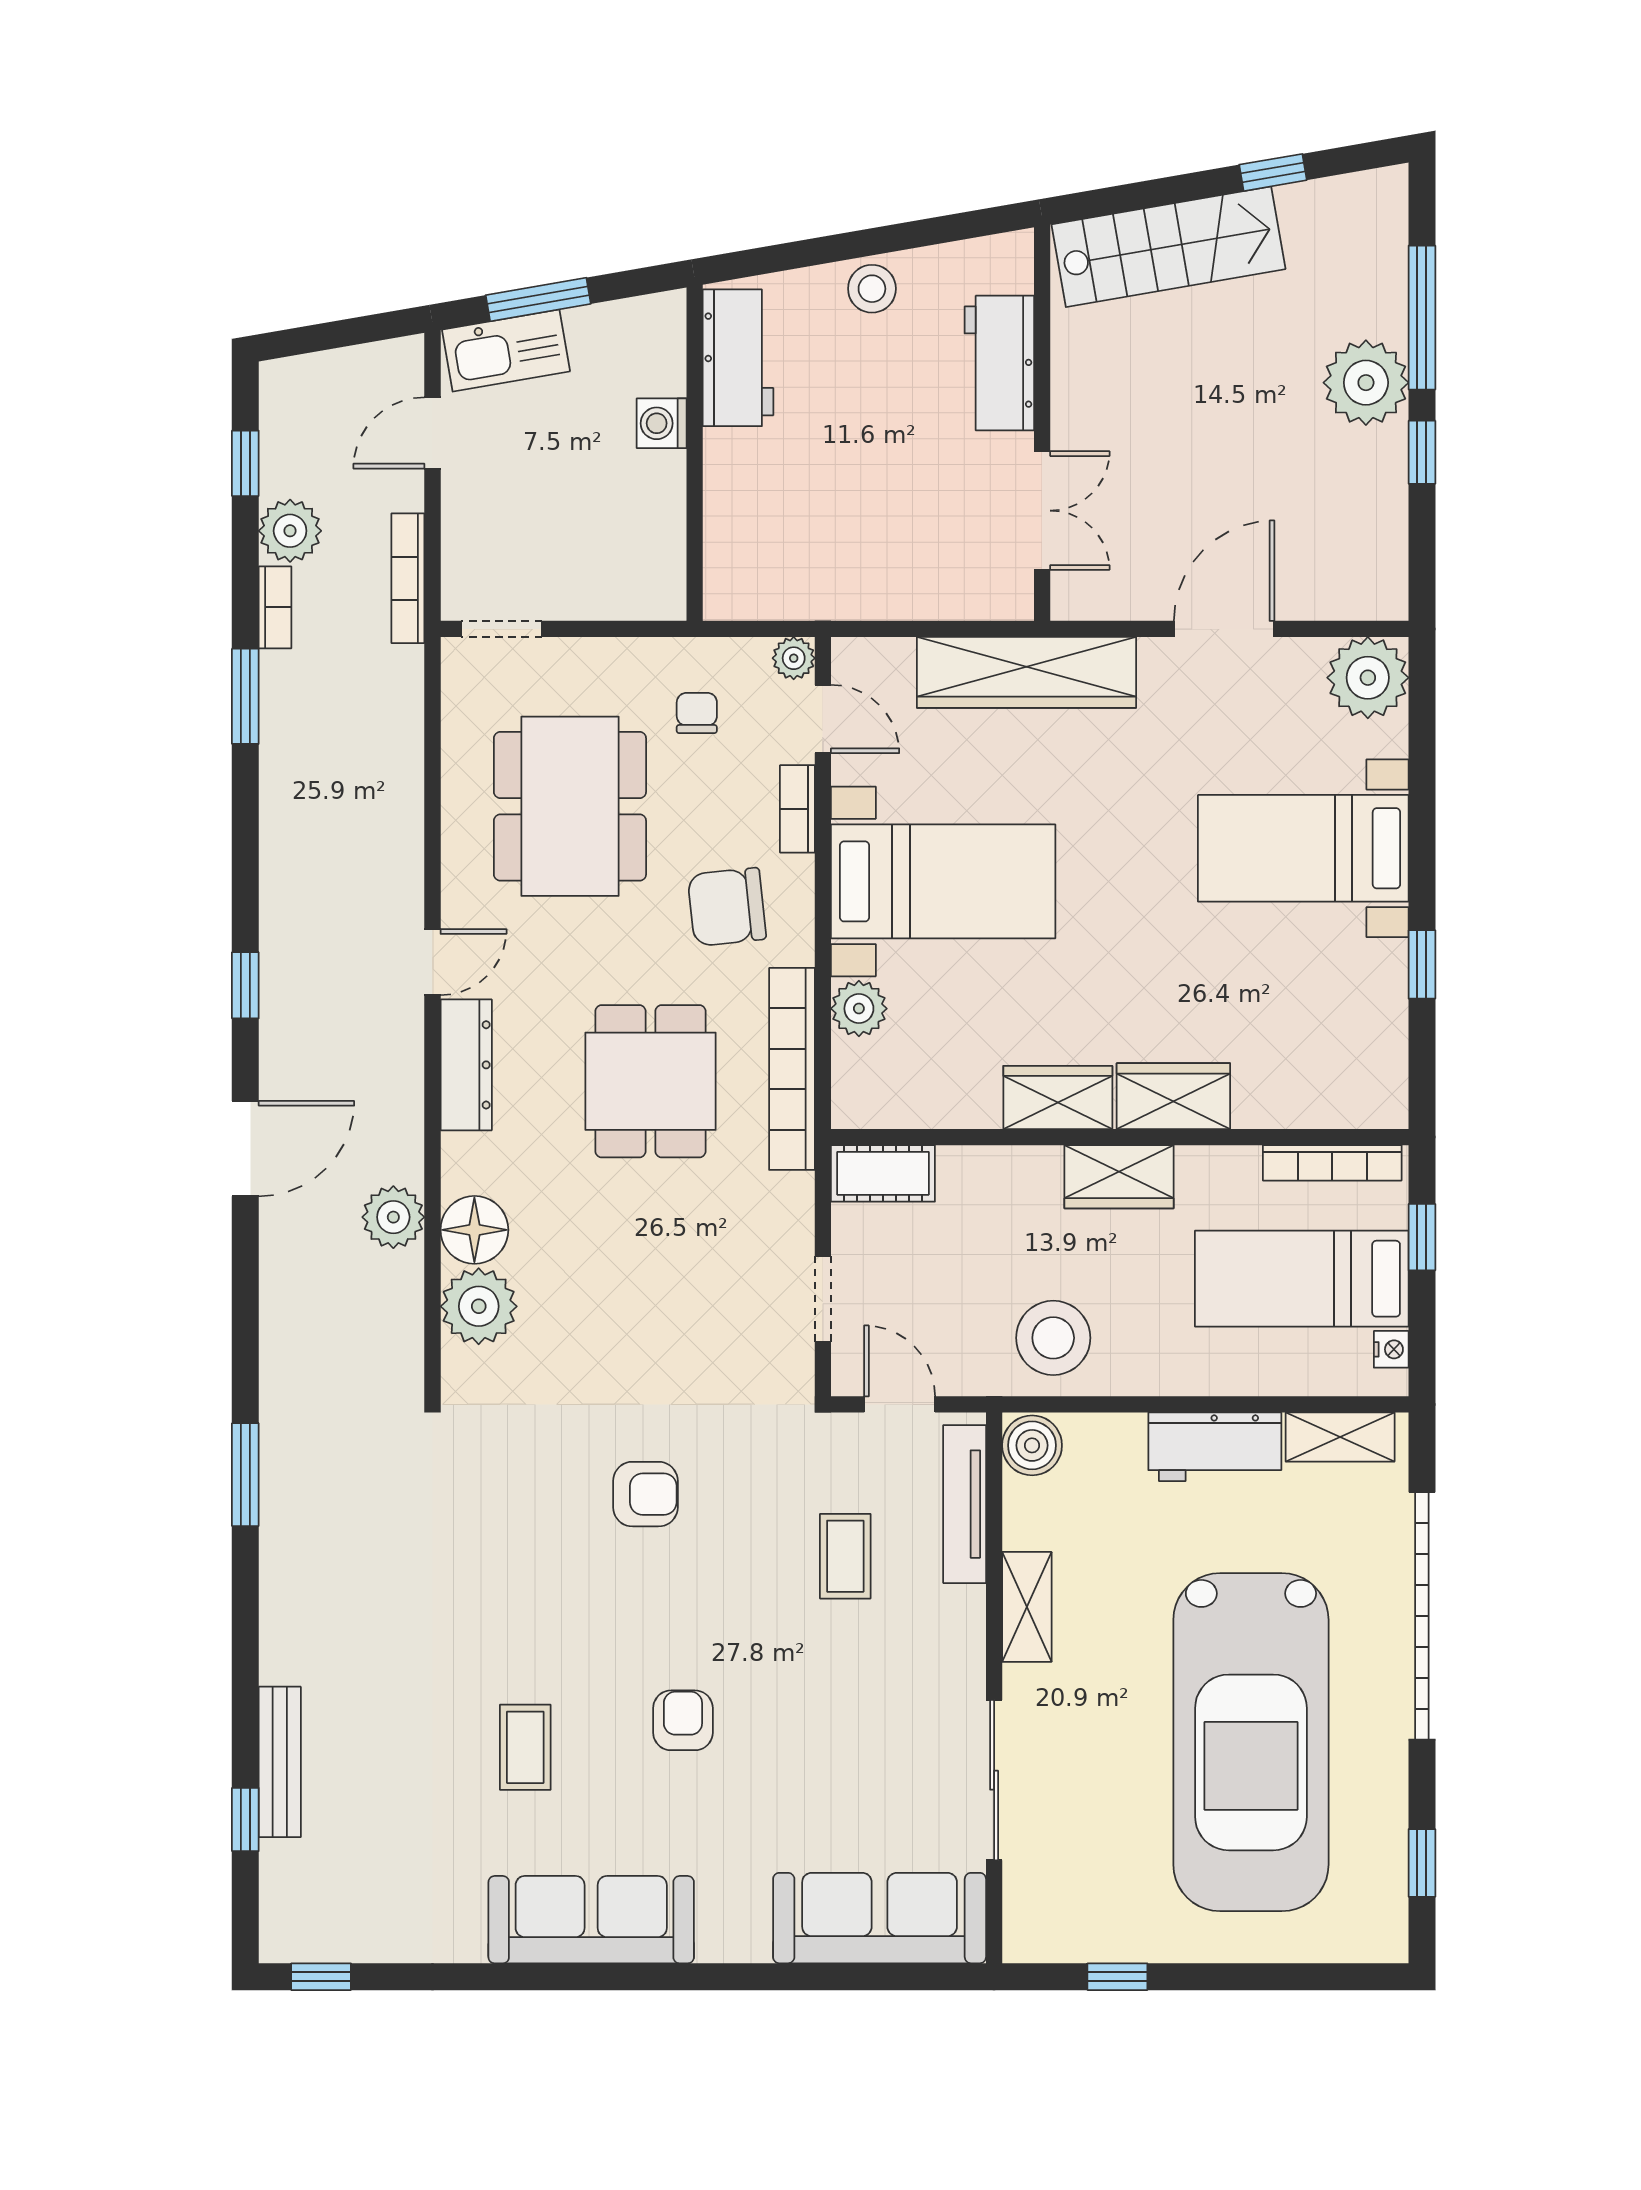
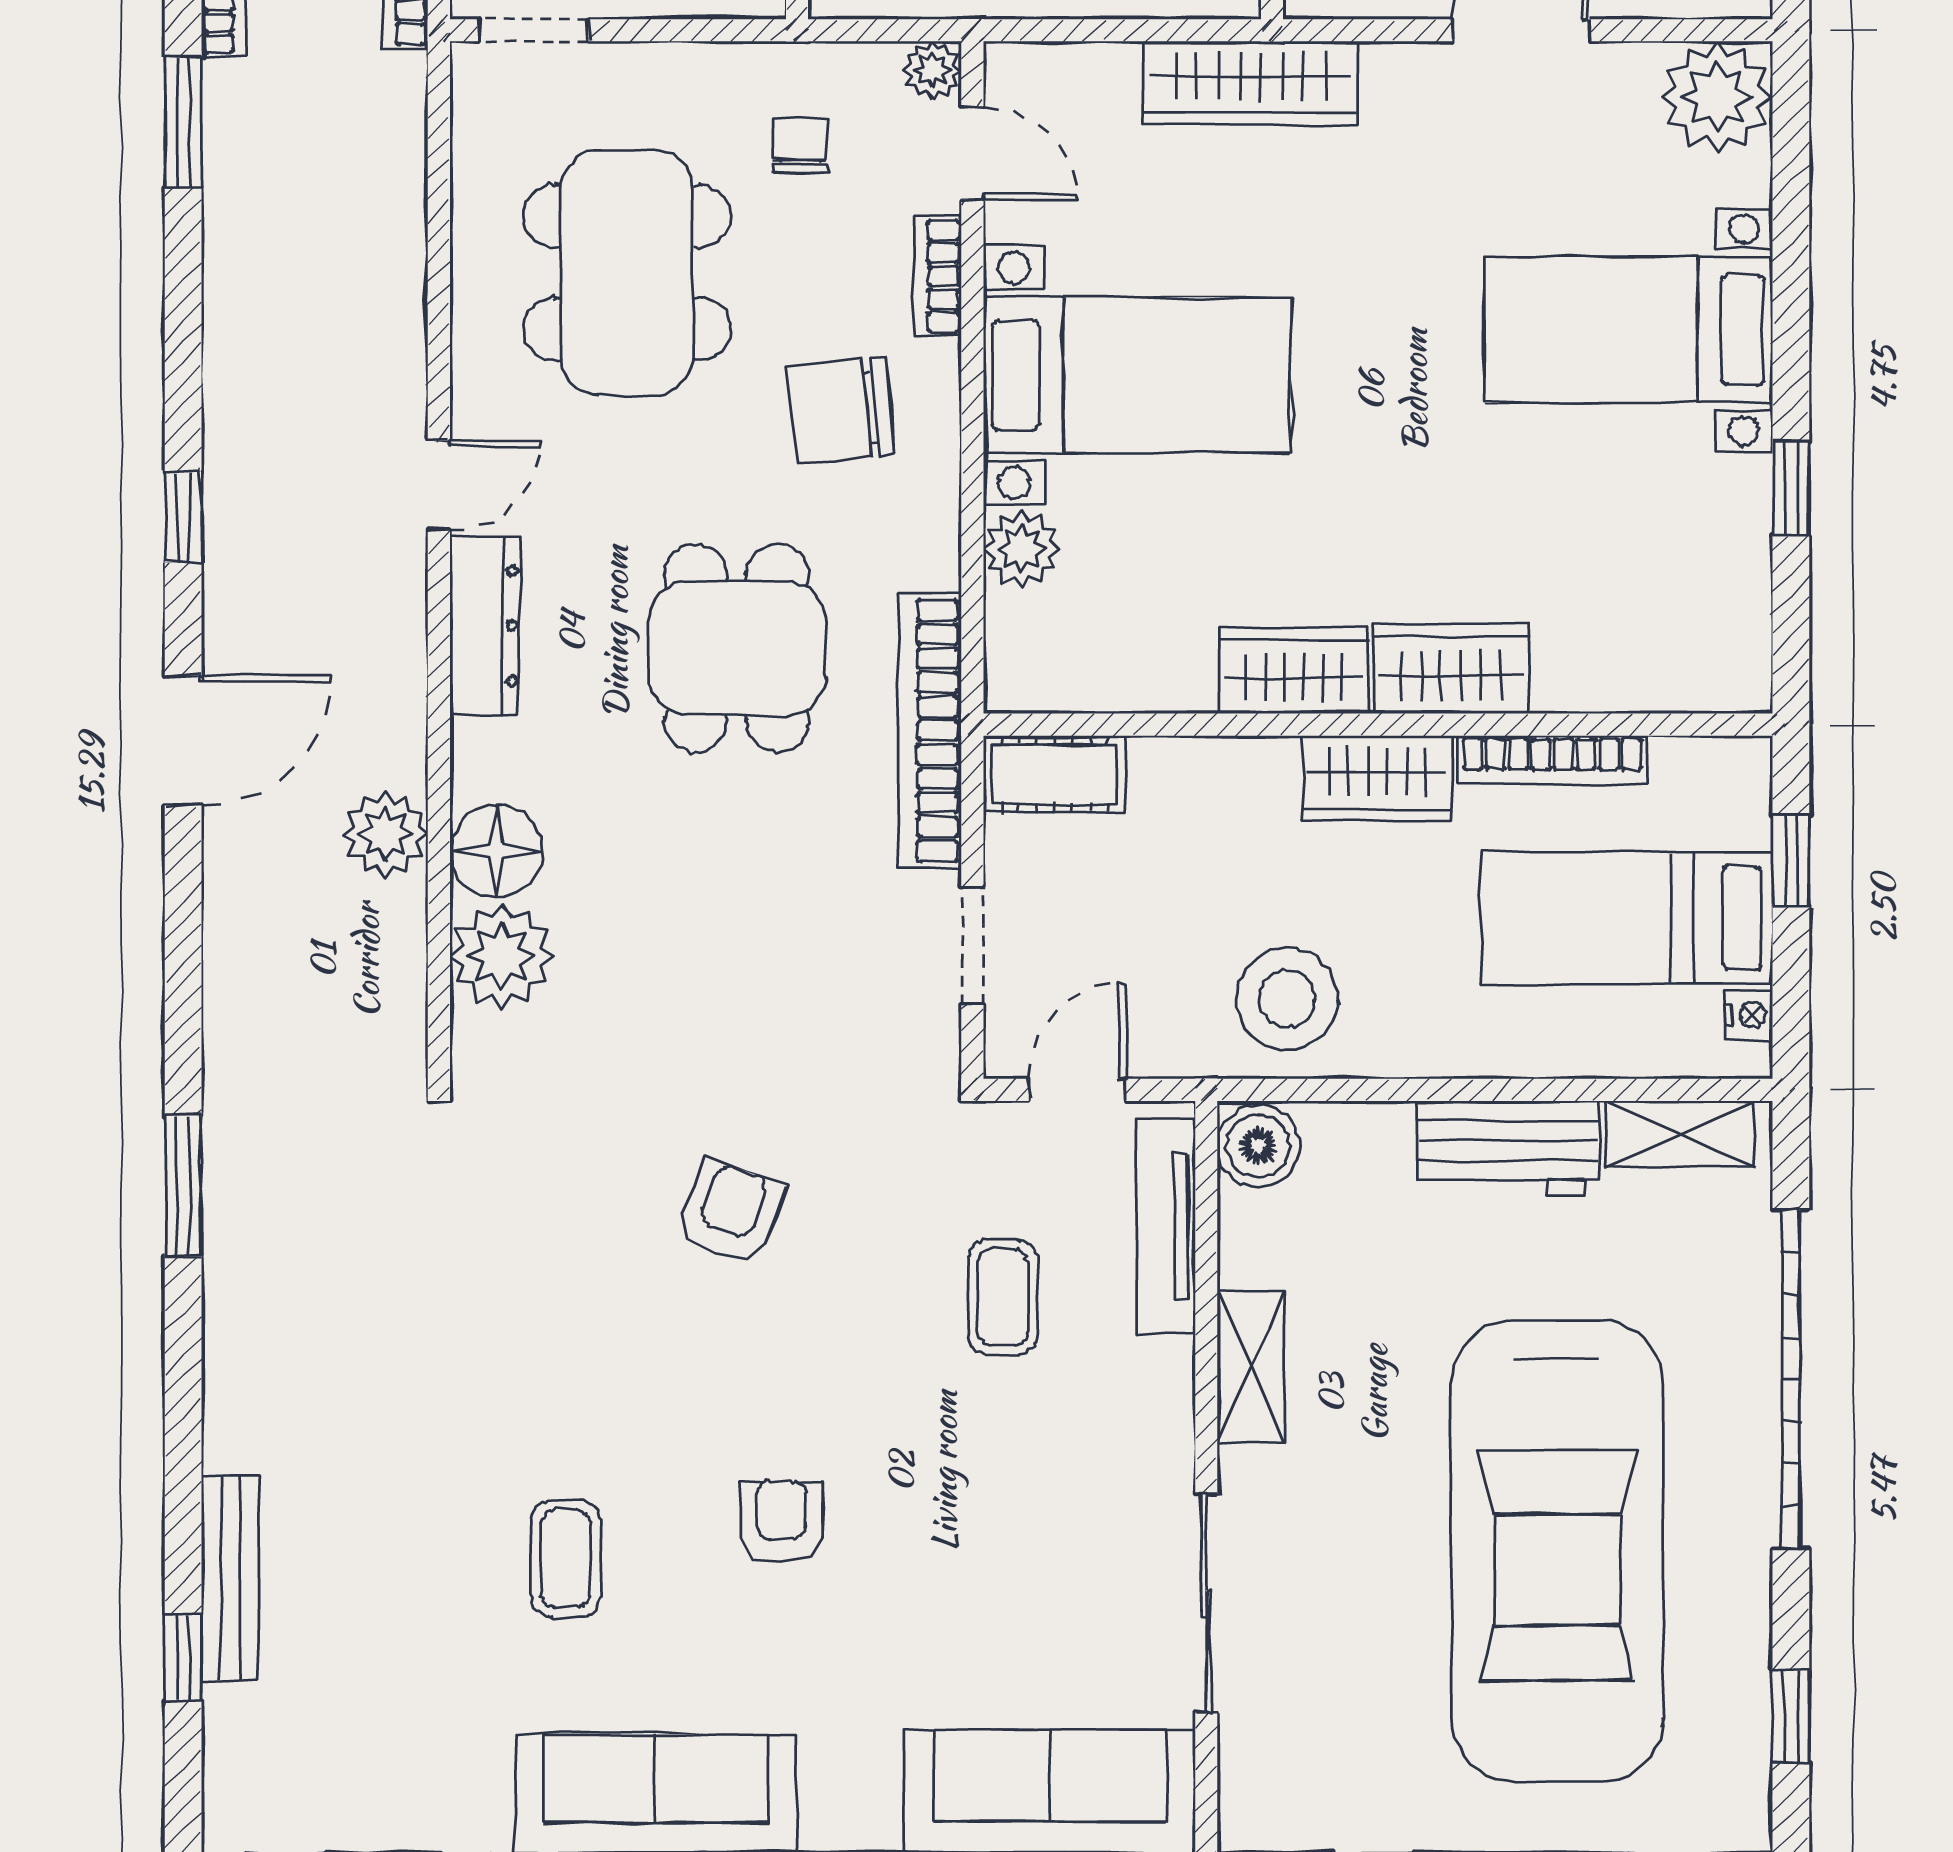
wardrobe: (1027, 672) -> (1251, 83), width x0.71, depth x0.85
bookcase: (792, 1069) -> (930, 731), moved
bookcase: (1332, 1163) -> (1552, 760), moved
door: (900, 1404) -> (1077, 1090), hinge flipped
armchair: (645, 1494) -> (730, 1212), turned -70

